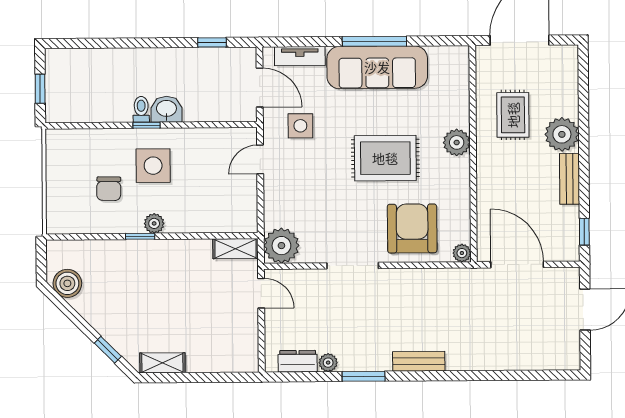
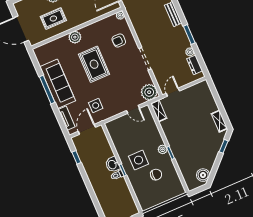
door: (260, 159) -> (133, 109), moved
armchair: (412, 228) -> (119, 40), width x0.53, depth x0.53

